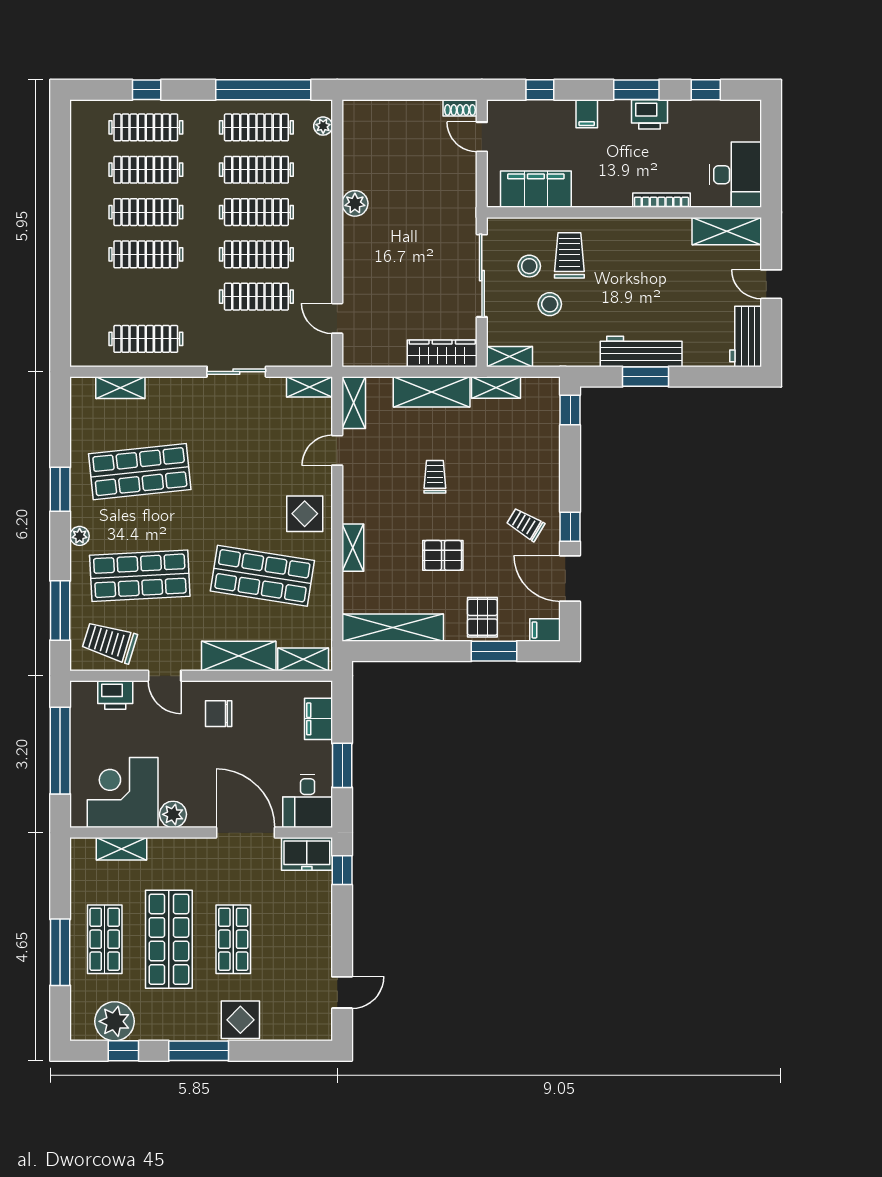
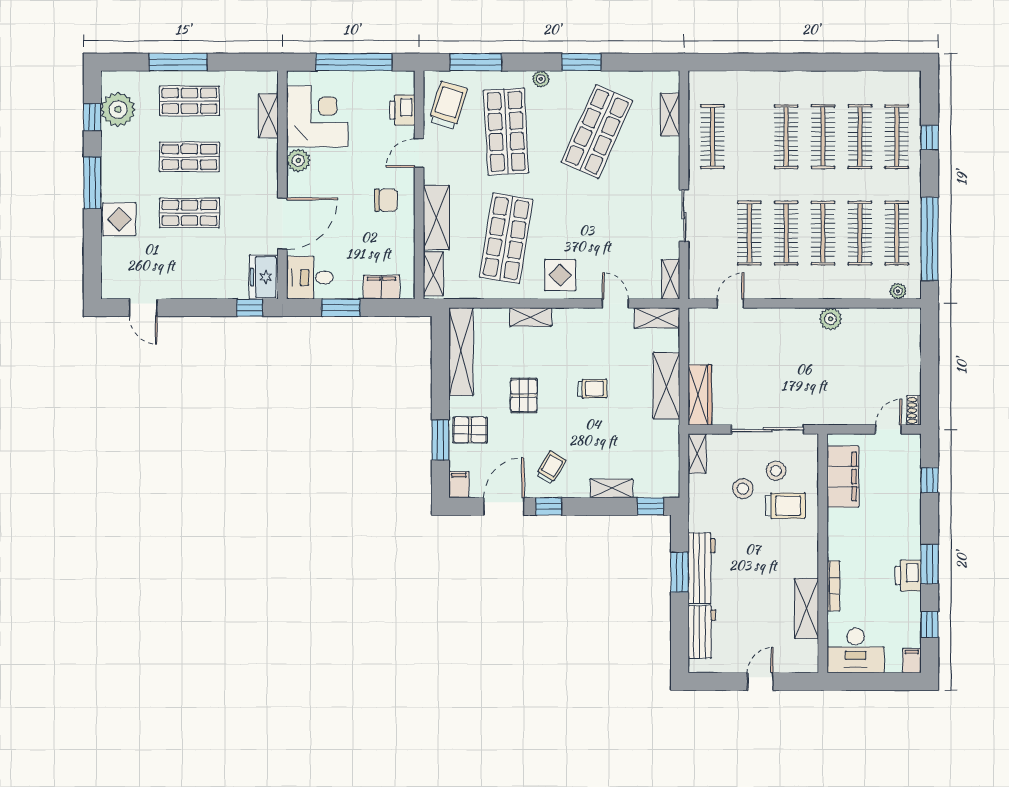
filing cabinet: (587, 114) -> (912, 661), moved, turned 90
shelving: (727, 231) -> (806, 608), moved
workbench: (746, 336) -> (702, 632), moved, turned 90
shelving: (496, 388) -> (611, 488), moved, turned 90
shop shelf: (140, 472) -> (597, 131), turned 30
chair: (219, 714) -> (386, 200), turned 90
shop shelf: (169, 939) -> (189, 157), width x0.70, depth x0.74

